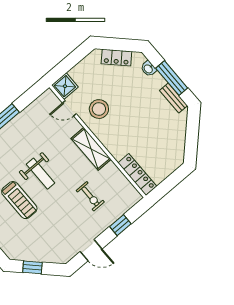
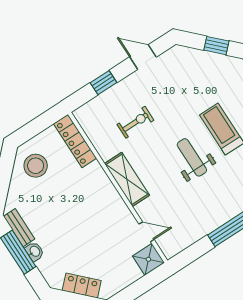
washbasin: (148, 69) -> (35, 251), moved
stool: (99, 109) -> (36, 166), moved
exercise bike: (90, 196) -> (135, 122), turned 90

